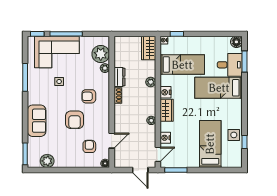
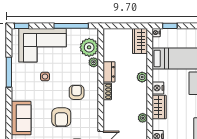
window: (66, 34) -> (71, 26), moved
armchair: (89, 96) -> (77, 92), turned 90

